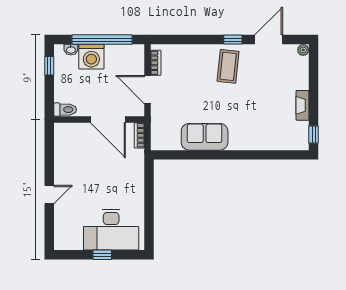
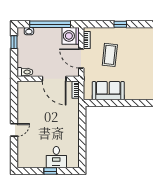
window: (233, 40) -> (120, 24), moved
washing machine: (91, 57) -> (71, 36), moved, turned 90
coffee table: (228, 66) -> (110, 55), moved
sofa: (205, 137) -> (108, 91), moved
desk: (111, 230) -> (56, 157), width x0.53, depth x0.77

